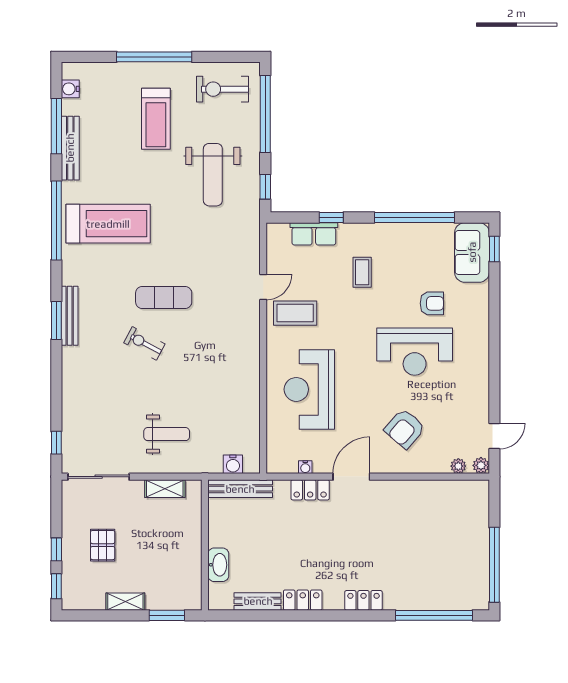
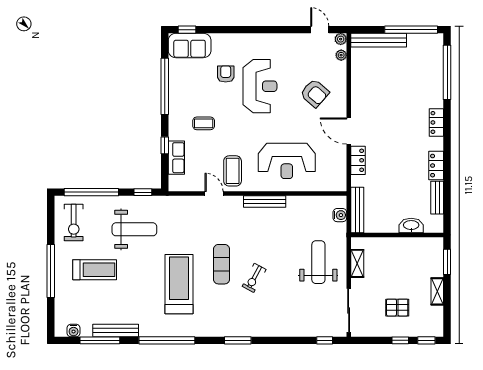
treadmill: (108, 224) -> (179, 284), moved
bench: (70, 316) -> (265, 202), moved
weight bench: (167, 434) -> (318, 262), width x1.36, depth x1.33
water cooler: (305, 467) -> (342, 164), removed
bench: (480, 519) -> (379, 40), added

